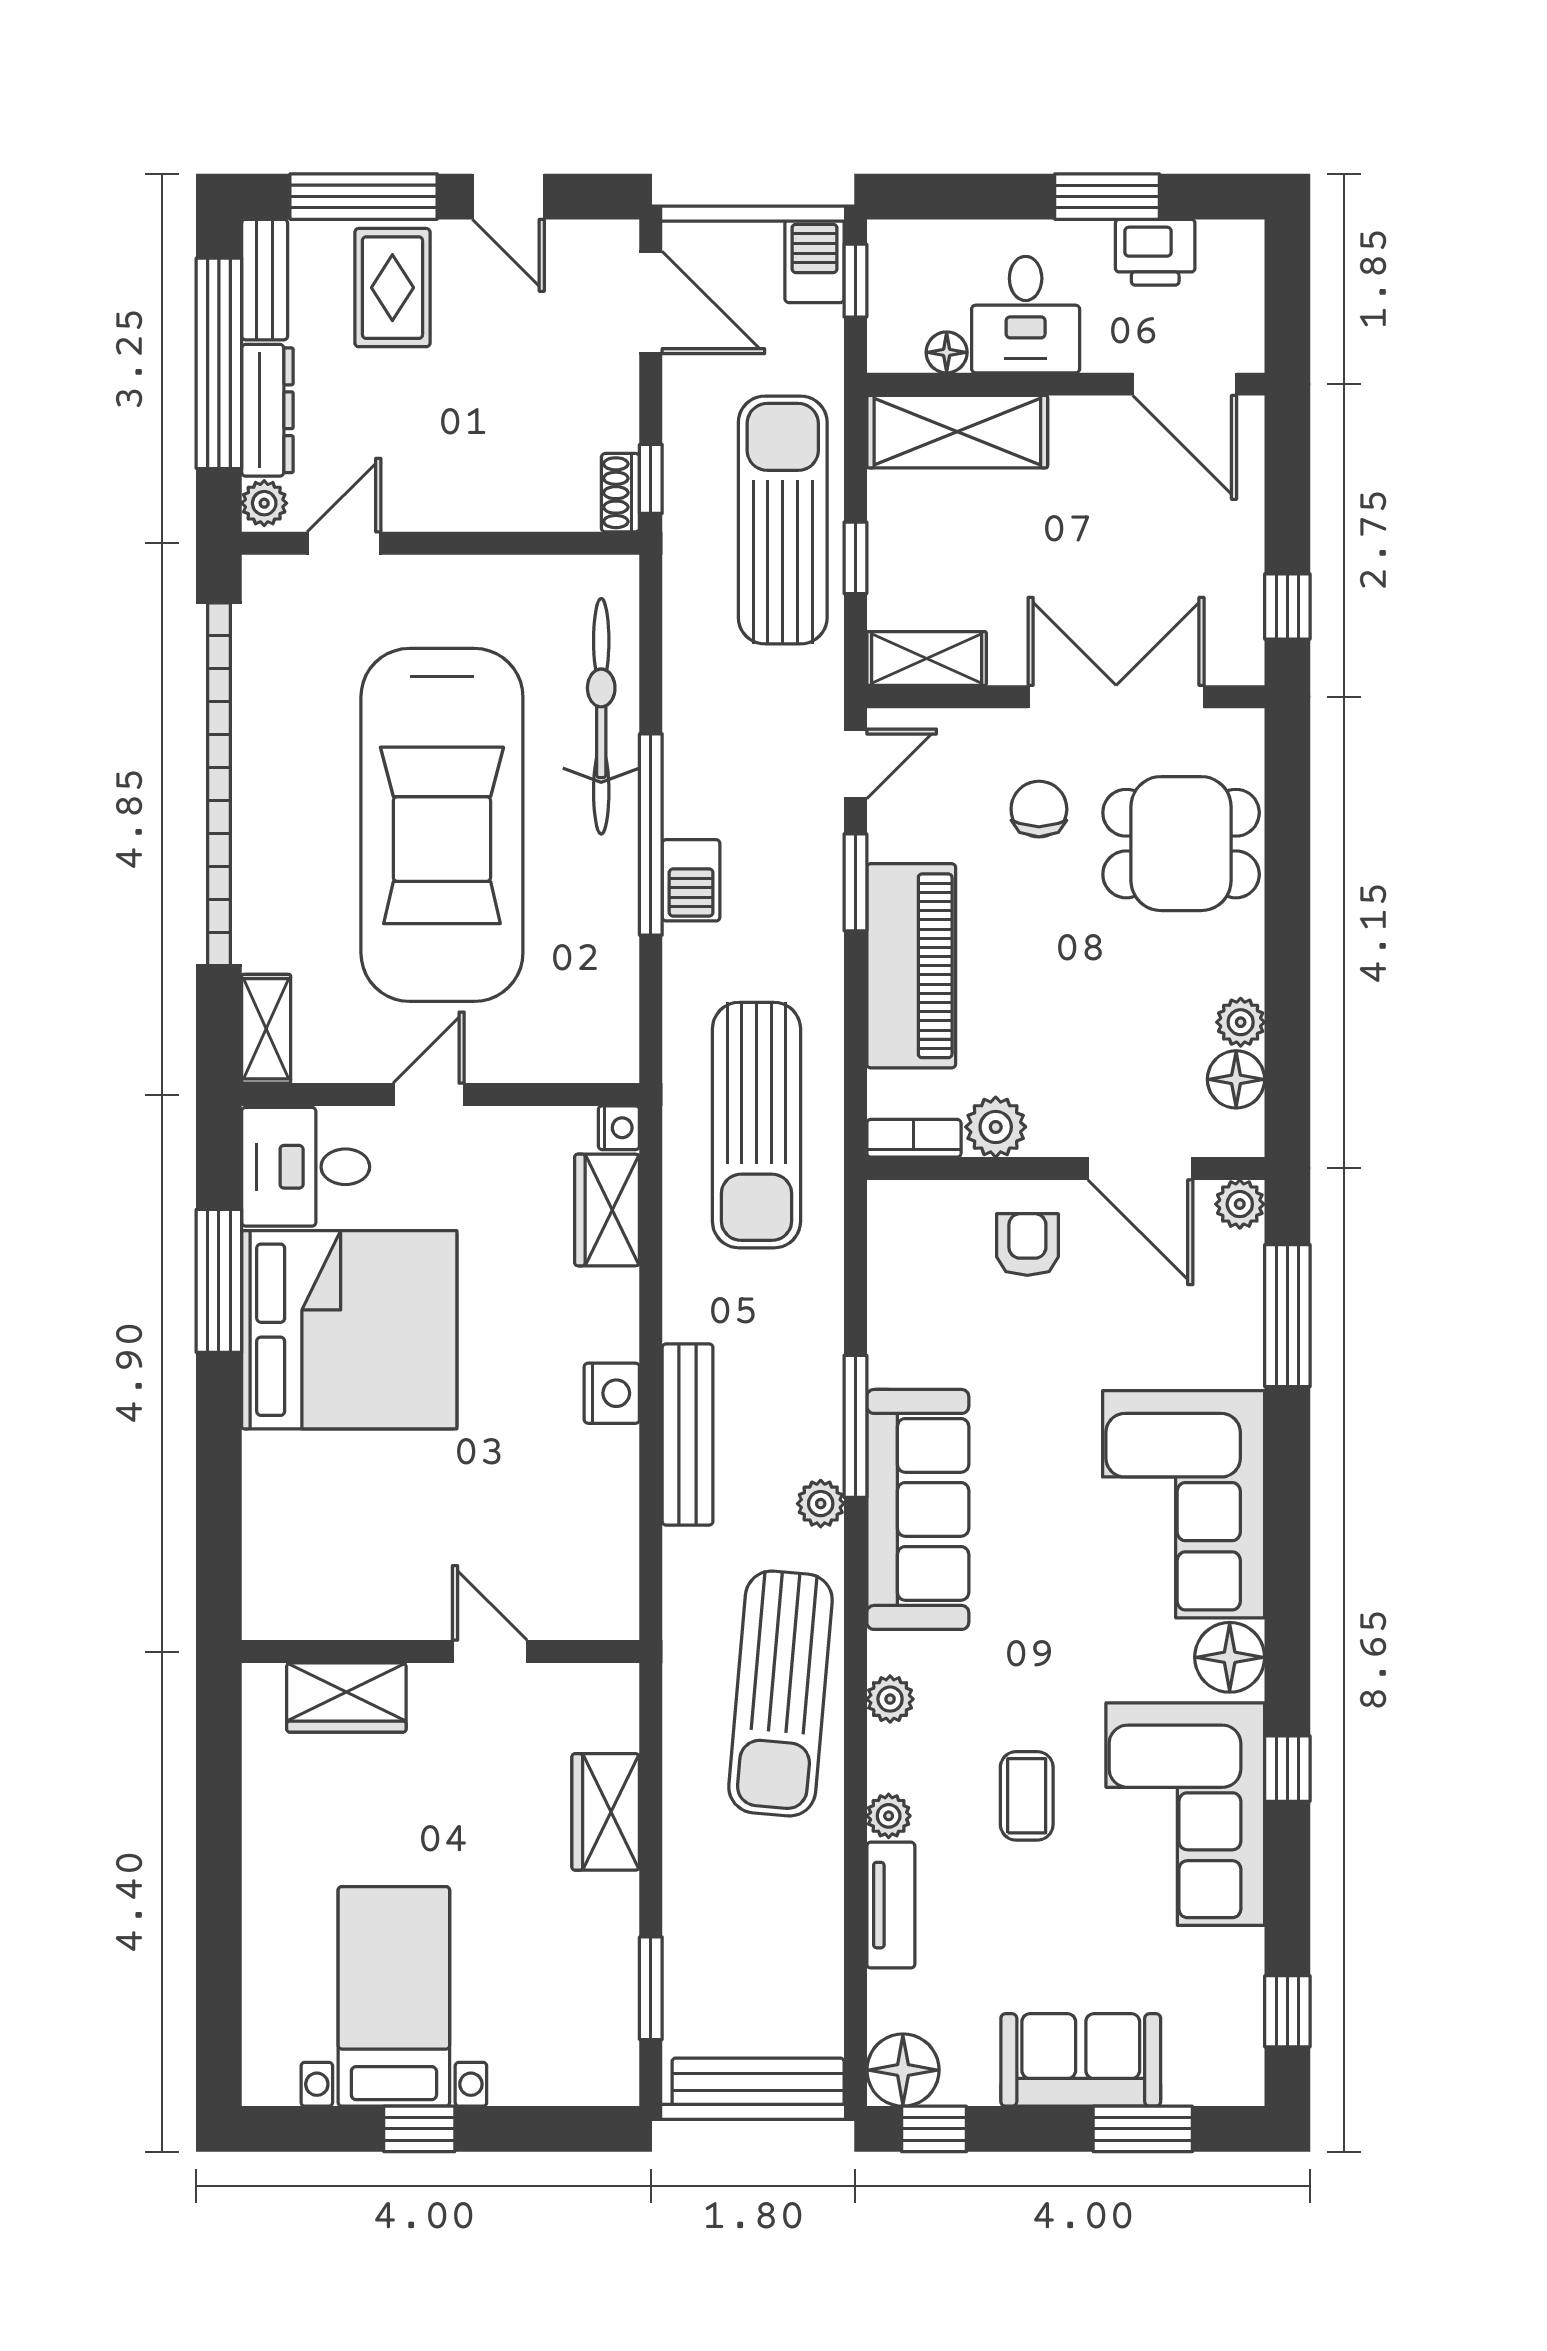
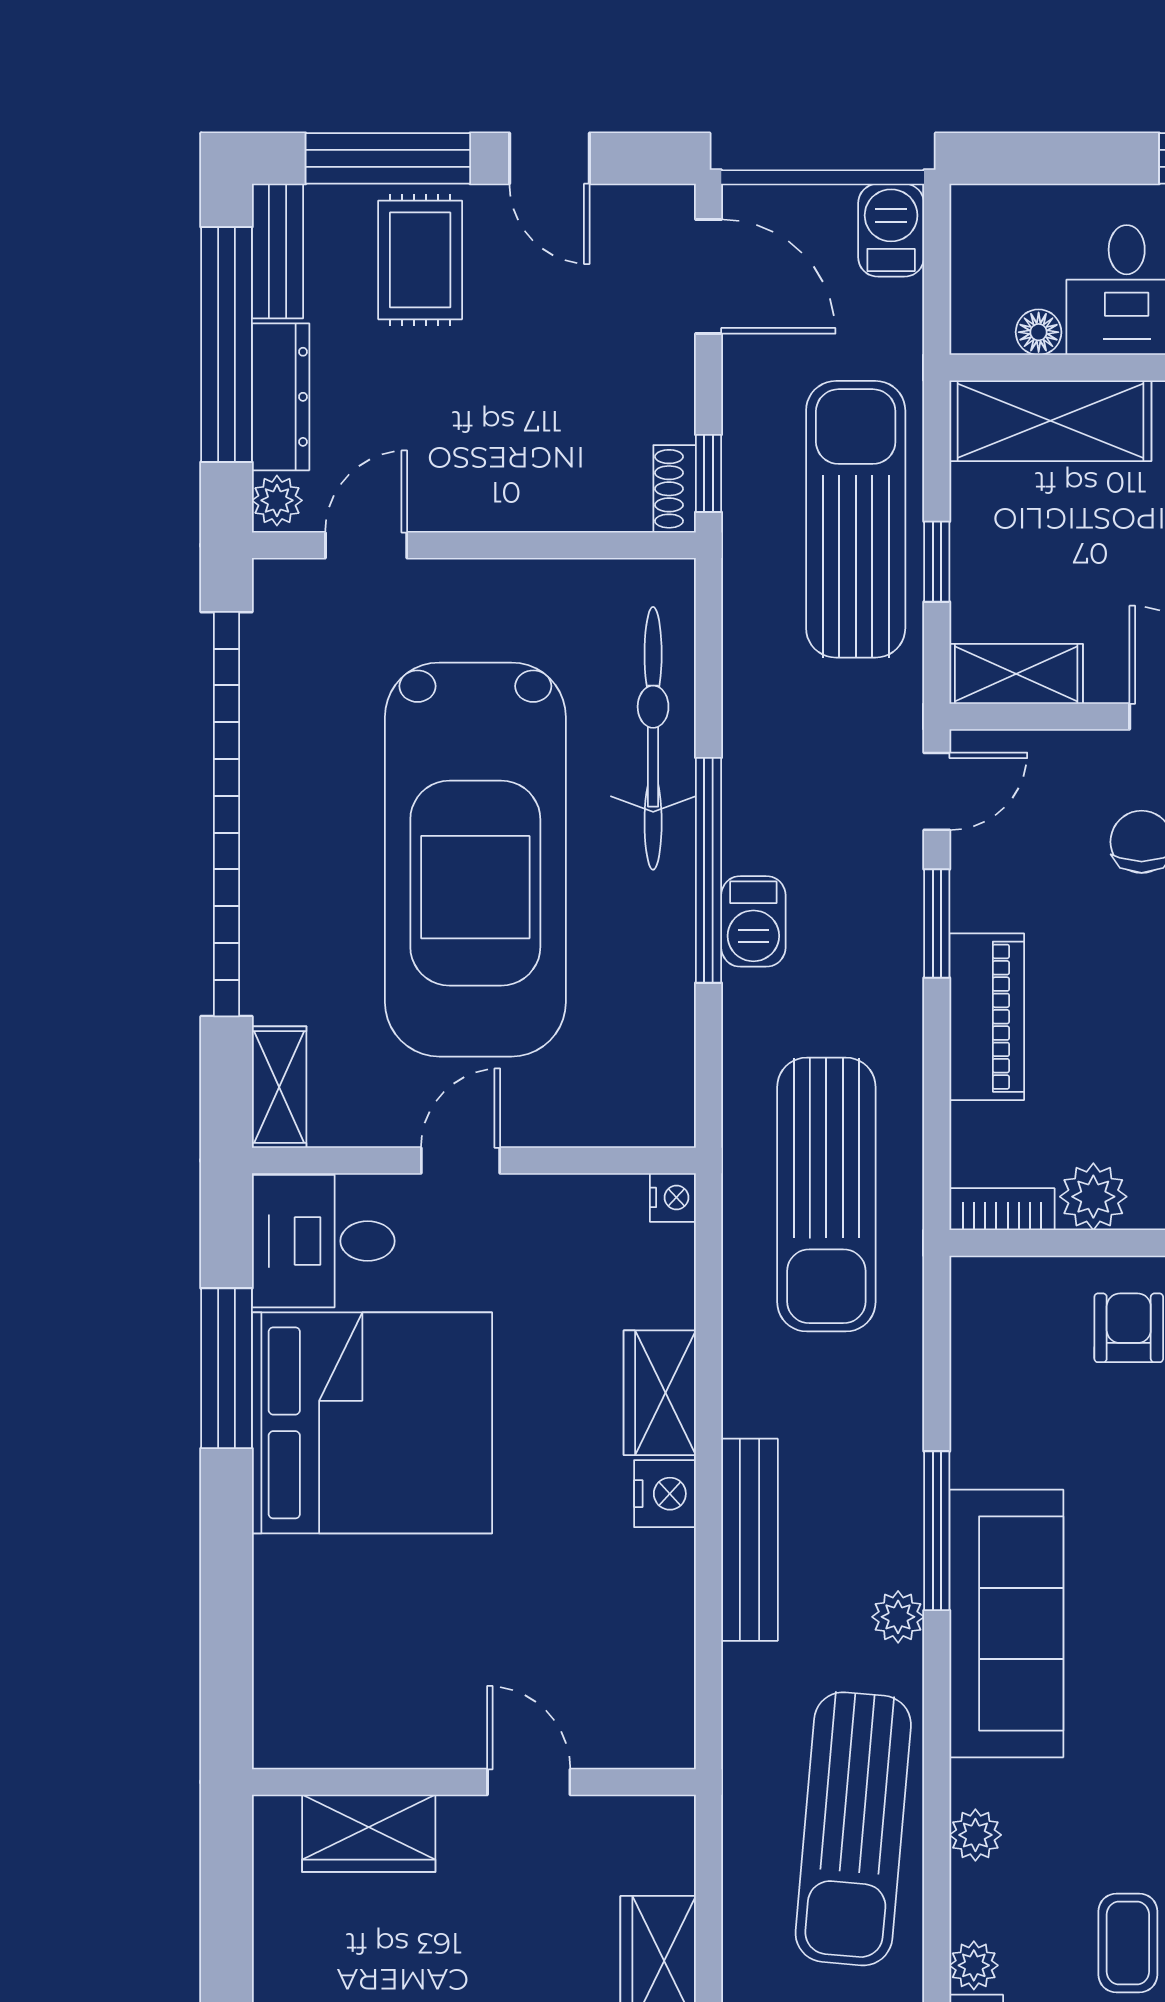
window: (855, 281) -> (937, 252), removed
piano: (911, 966) -> (987, 1017), width x0.73, depth x0.75
wardrobe: (607, 1210) -> (660, 1393), moved

